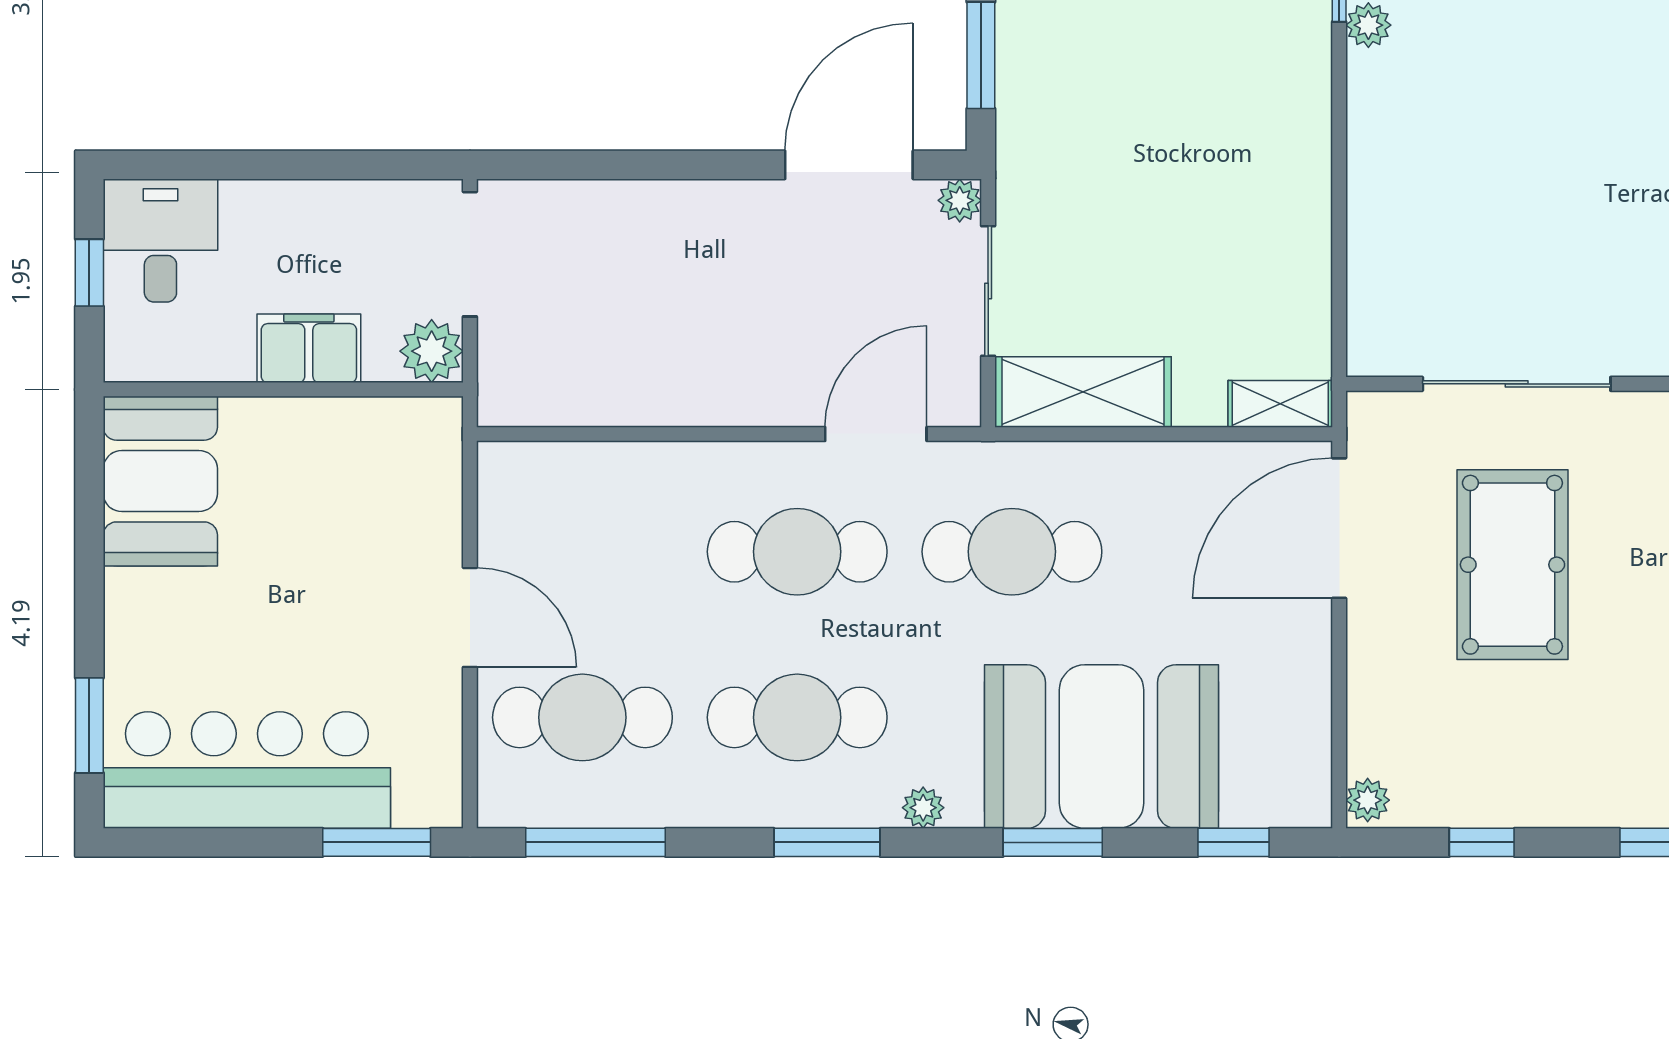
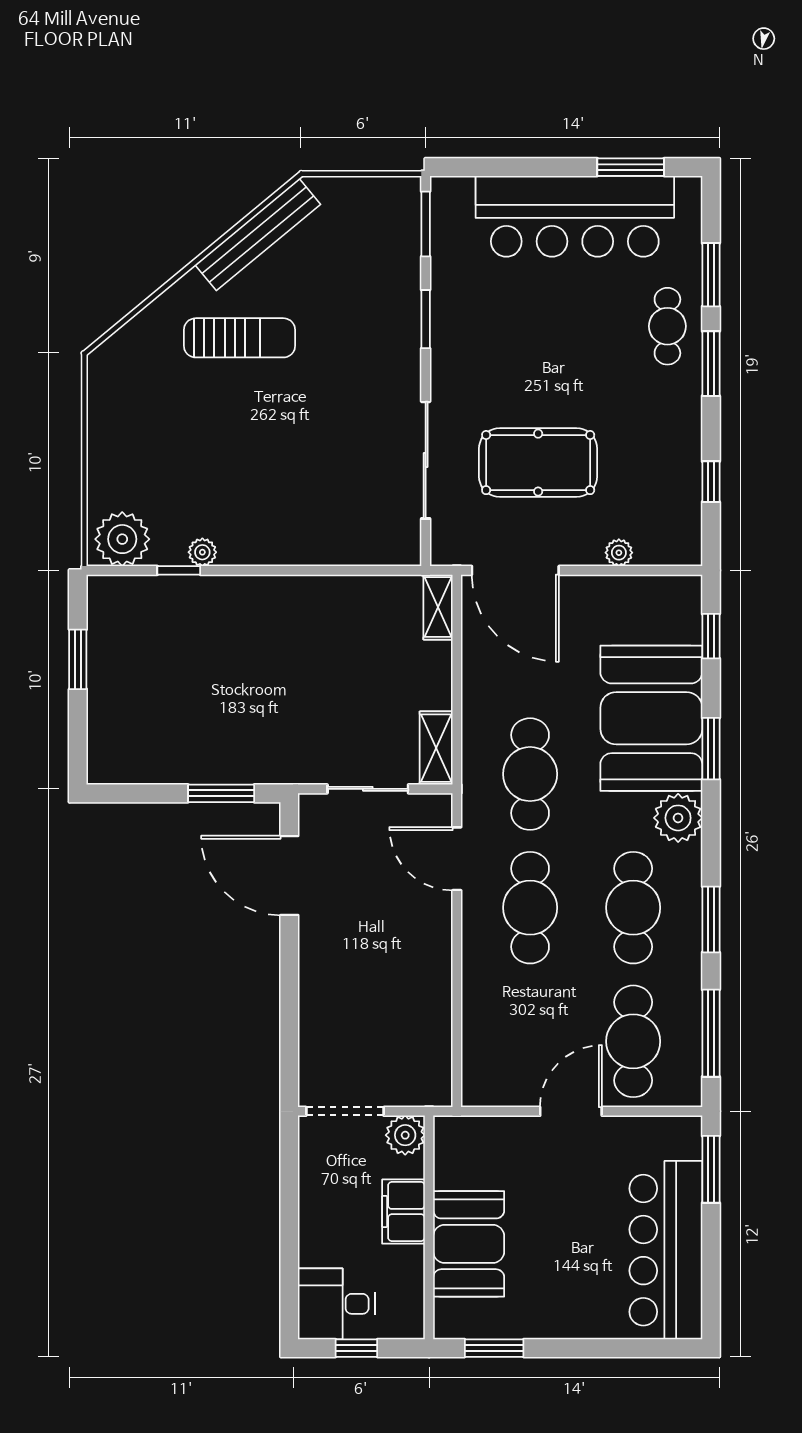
plant: (960, 200) -> (311, 806), removed
shelving: (1083, 392) -> (436, 748), width x0.67, depth x0.75
booth: (160, 481) -> (469, 1244), moved, turned 90
window: (89, 725) -> (494, 1348), moved
plant: (1368, 800) -> (619, 553), moved
plant: (923, 808) -> (678, 818), width x1.88, depth x1.88
window: (827, 842) -> (711, 919), moved

